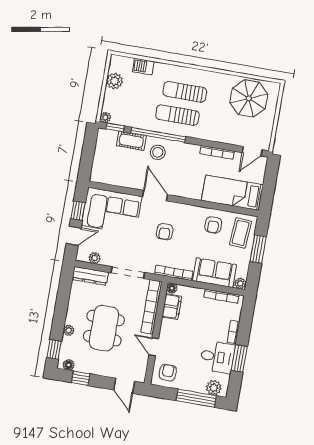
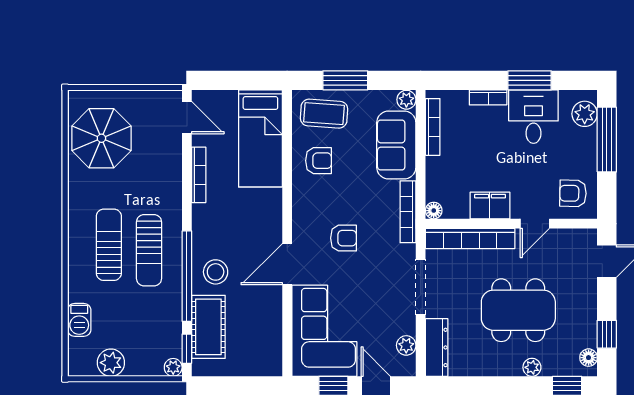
sun lounger: (185, 92) -> (109, 245), turned 180
cot: (131, 141) -> (208, 327), width x1.37, depth x1.34
filing cabinet: (172, 307) -> (490, 205), moved

